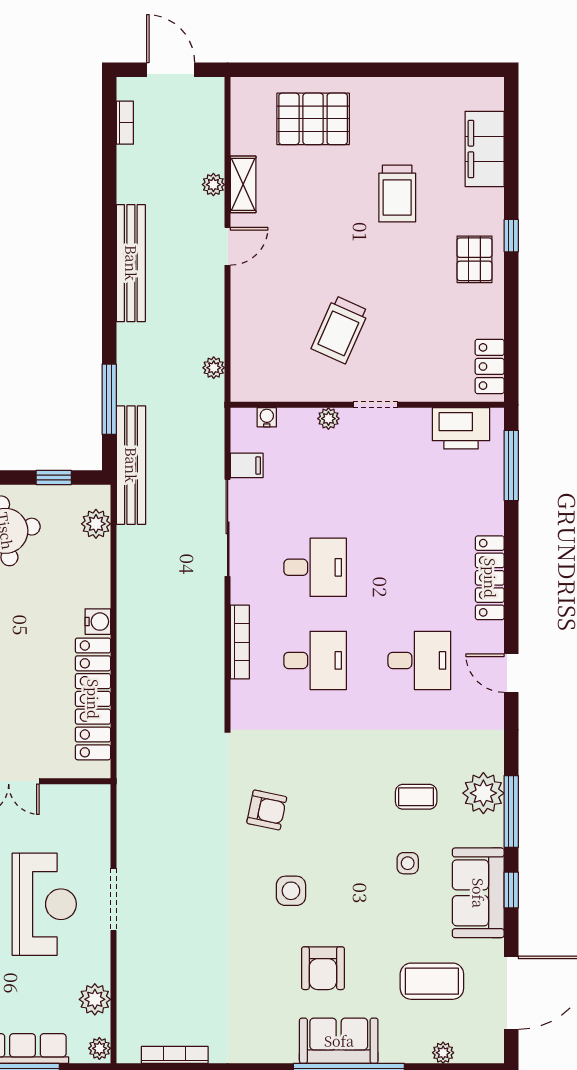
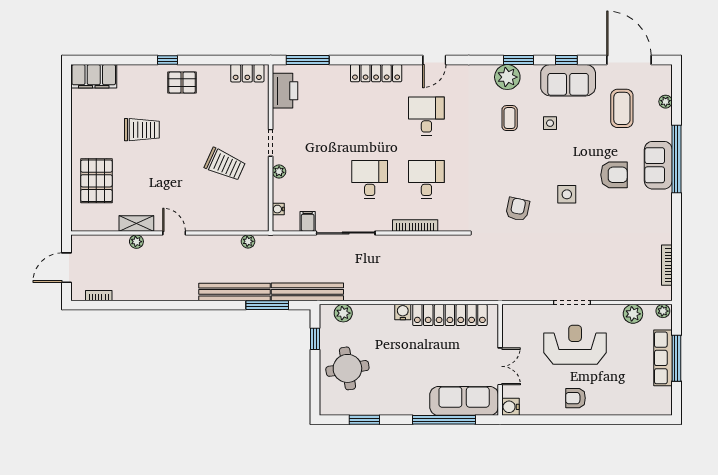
filing cabinet: (485, 149) -> (94, 76), moved
bench: (131, 263) -> (234, 292), moved
window: (511, 811) -> (519, 60), width x0.69

